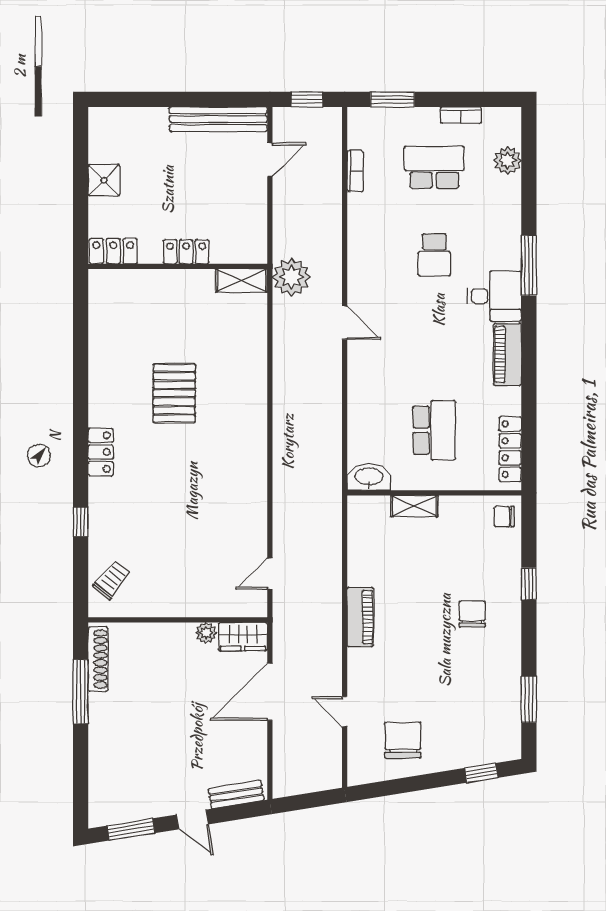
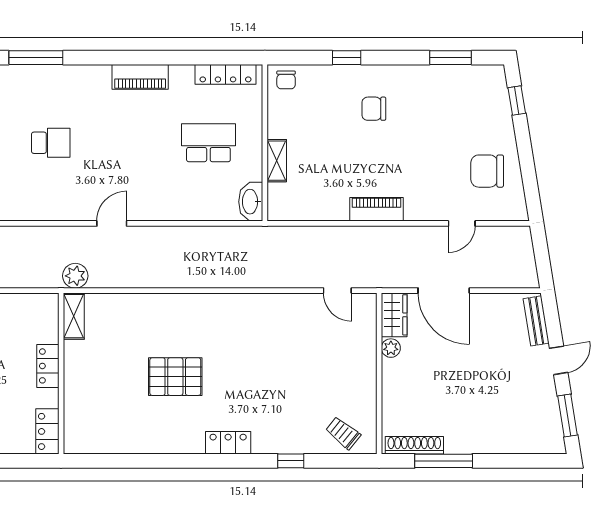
window: (529, 265) -> (36, 58), moved
plant: (291, 277) -> (75, 276), width x0.73, depth x0.73
desk: (494, 296) -> (88, 89), removed

